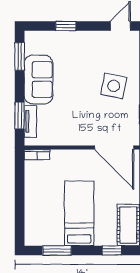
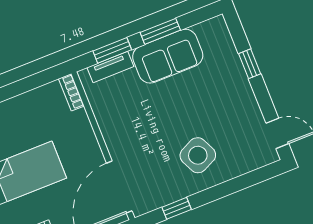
window: (20, 56) -> (160, 31), moved
side table: (114, 86) -> (198, 155), turned -36

